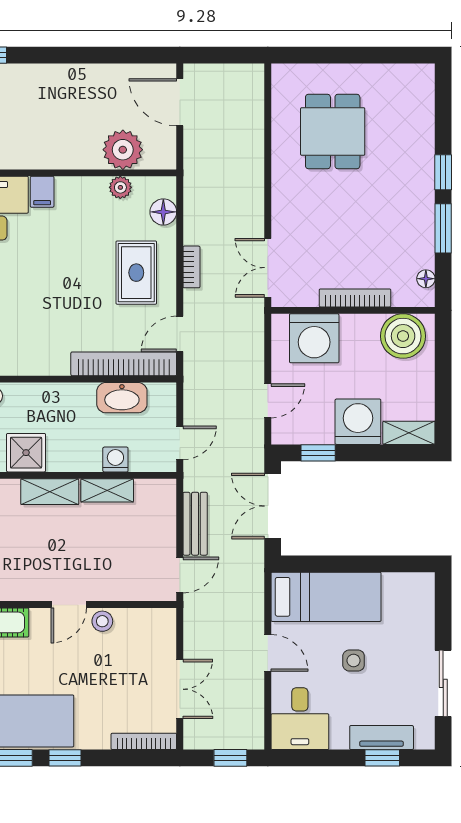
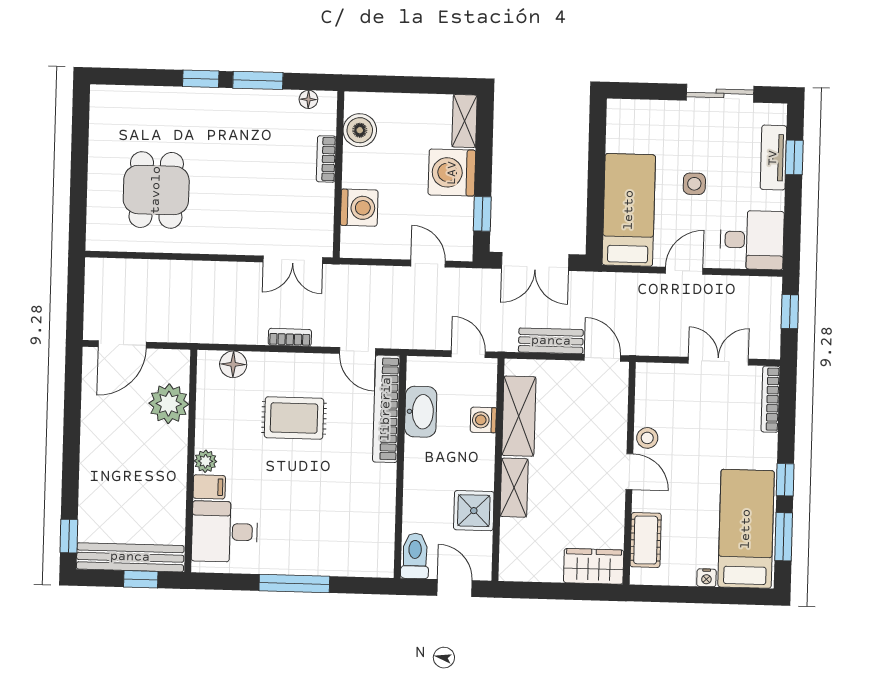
dining table: (333, 131) -> (156, 190), turned 90
plant: (120, 187) -> (205, 461), moved
rug: (136, 273) -> (294, 418), moved
bookcase: (355, 298) -> (326, 159), width x0.64
boiler: (403, 336) -> (360, 130), width x0.73, depth x0.73
washing machine: (314, 338) -> (359, 208), width x0.73, depth x0.73
shelving: (107, 490) -> (519, 416), width x1.50, depth x1.33

